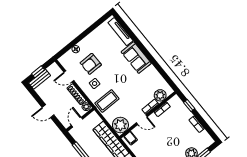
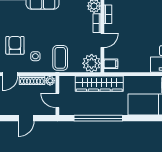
armchair: (91, 64) -> (15, 45), turned 180

